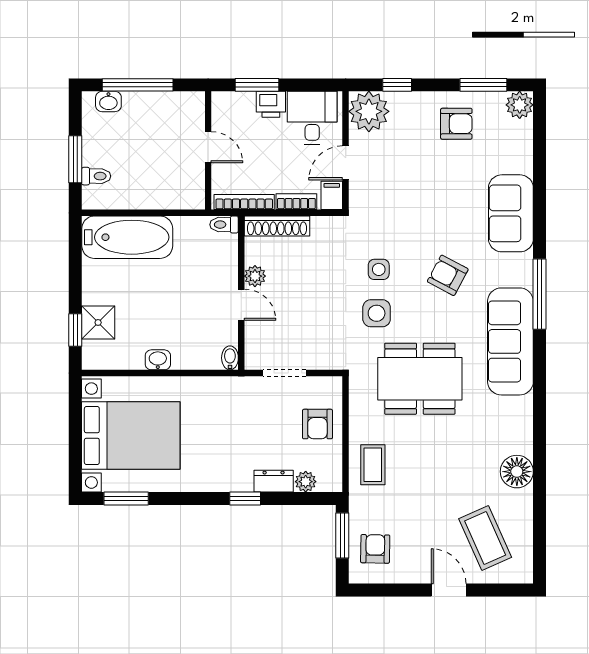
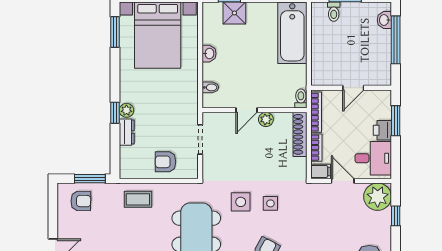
bidet: (230, 358) -> (210, 87), moved
plant: (306, 482) -> (126, 110), moved

